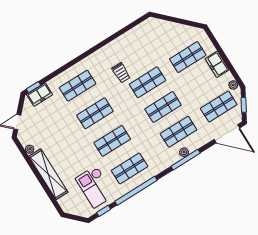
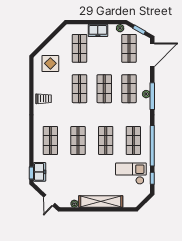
display table: (154, 37) -> (50, 63), added
trolley: (121, 73) -> (43, 99), moved
checkout: (95, 187) -> (131, 174), turned 180

